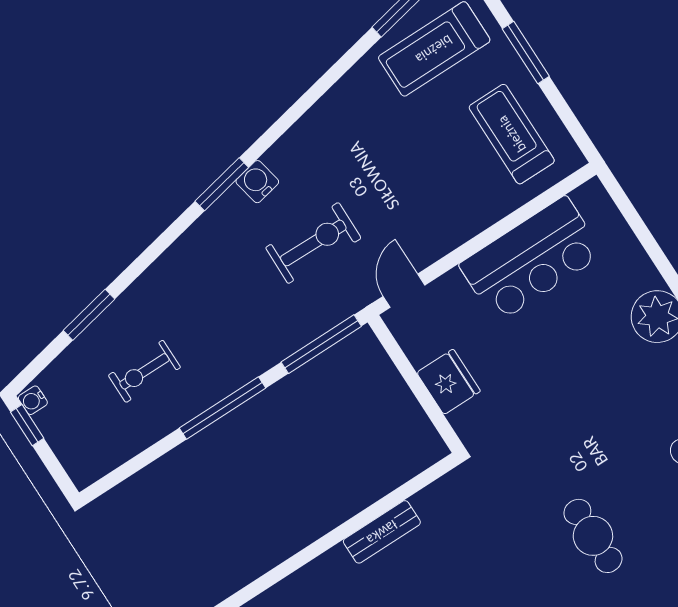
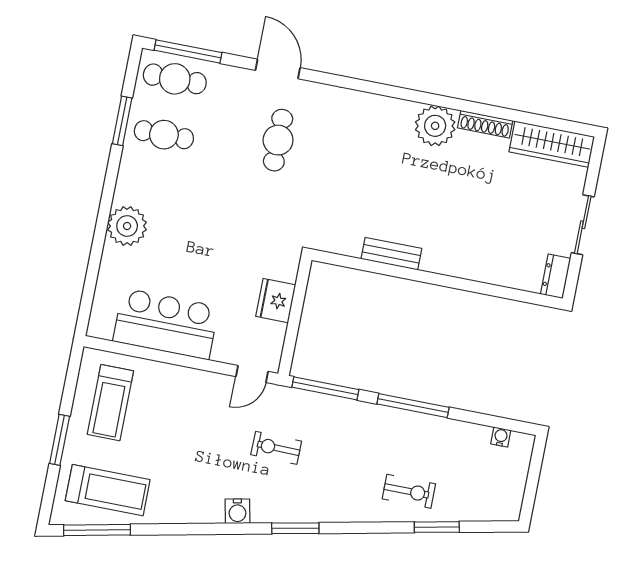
water cooler: (257, 182) -> (237, 511), moved
exercise bike: (313, 243) -> (276, 448), width x0.73, depth x0.72
exercise bike: (144, 371) -> (409, 491), moved
water cooler: (33, 400) -> (501, 437), moved, turned -90
window: (27, 425) -> (529, 499), removed

